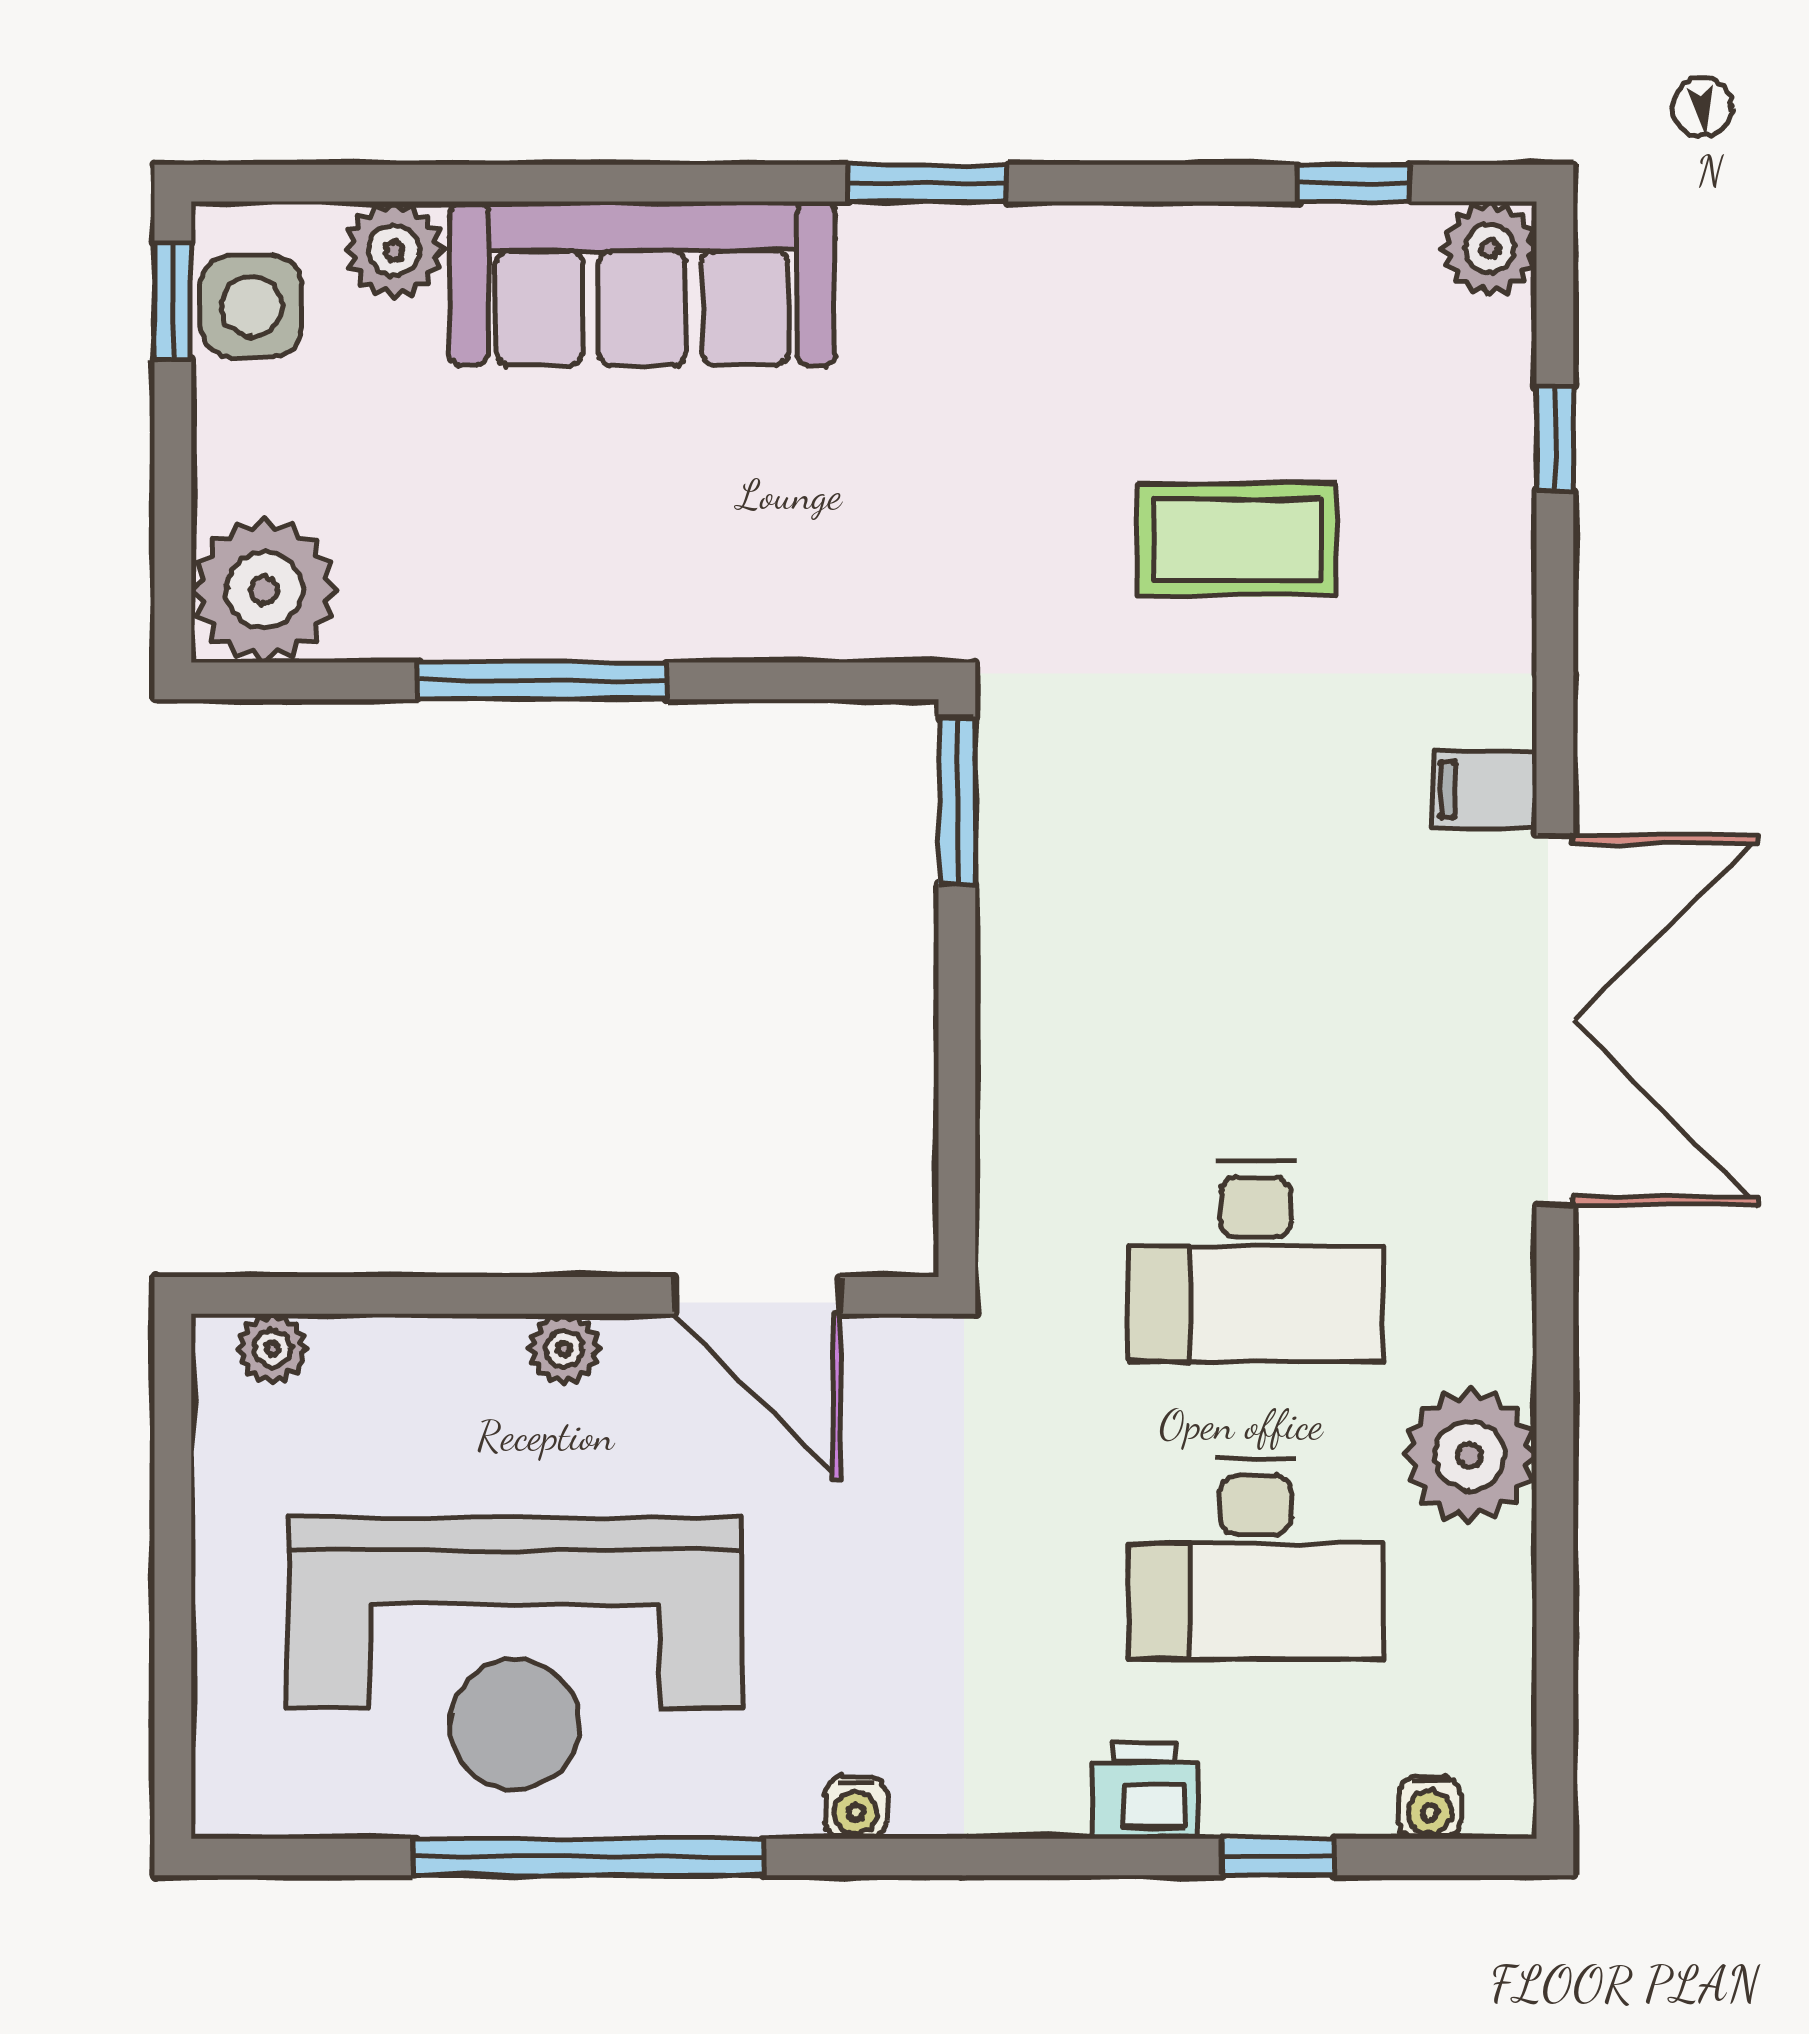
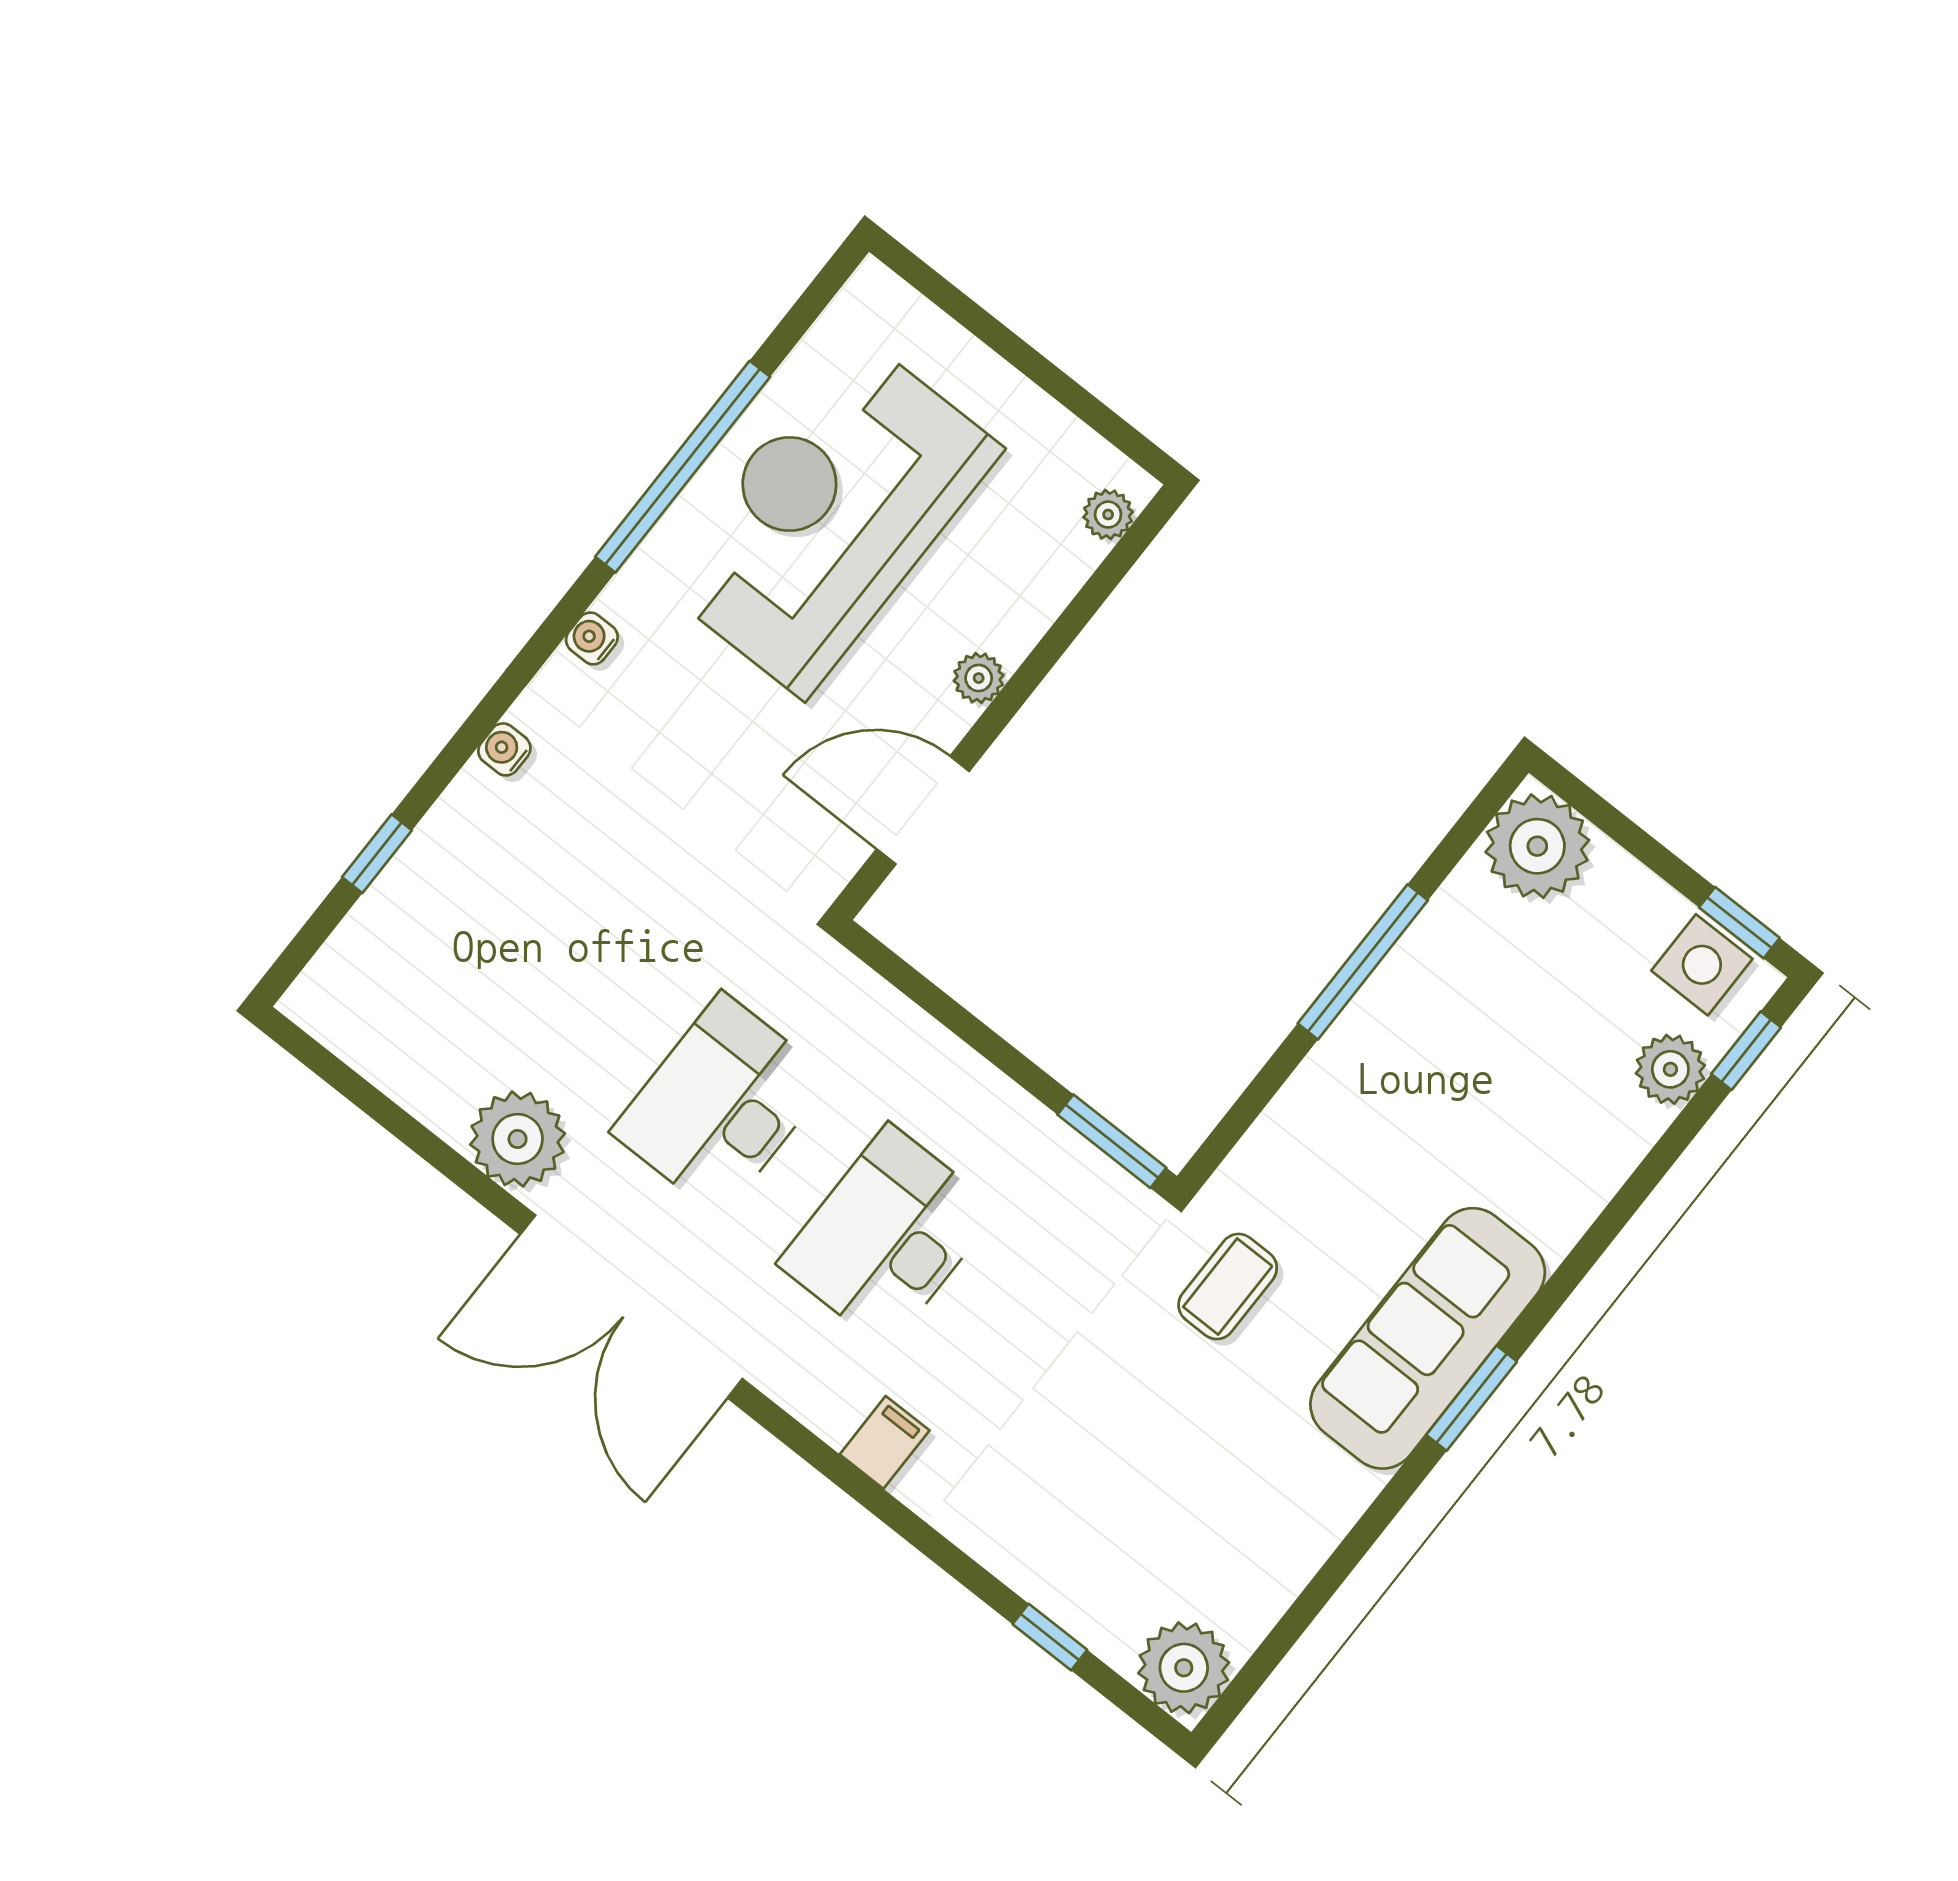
window: (1354, 183) -> (1746, 1051), moved
plant: (1490, 248) -> (1184, 1668), width x1.36, depth x1.36
sofa: (642, 283) -> (1428, 1338), moved
coffee table: (1237, 540) -> (1228, 1287), moved, width x0.73, depth x0.77
double door: (1555, 1020) -> (631, 1307), moved
desk: (1256, 1559) -> (888, 1237), moved
printer: (1145, 1791) -> (473, 808), removed
water cooler: (1430, 1807) -> (504, 749), moved

